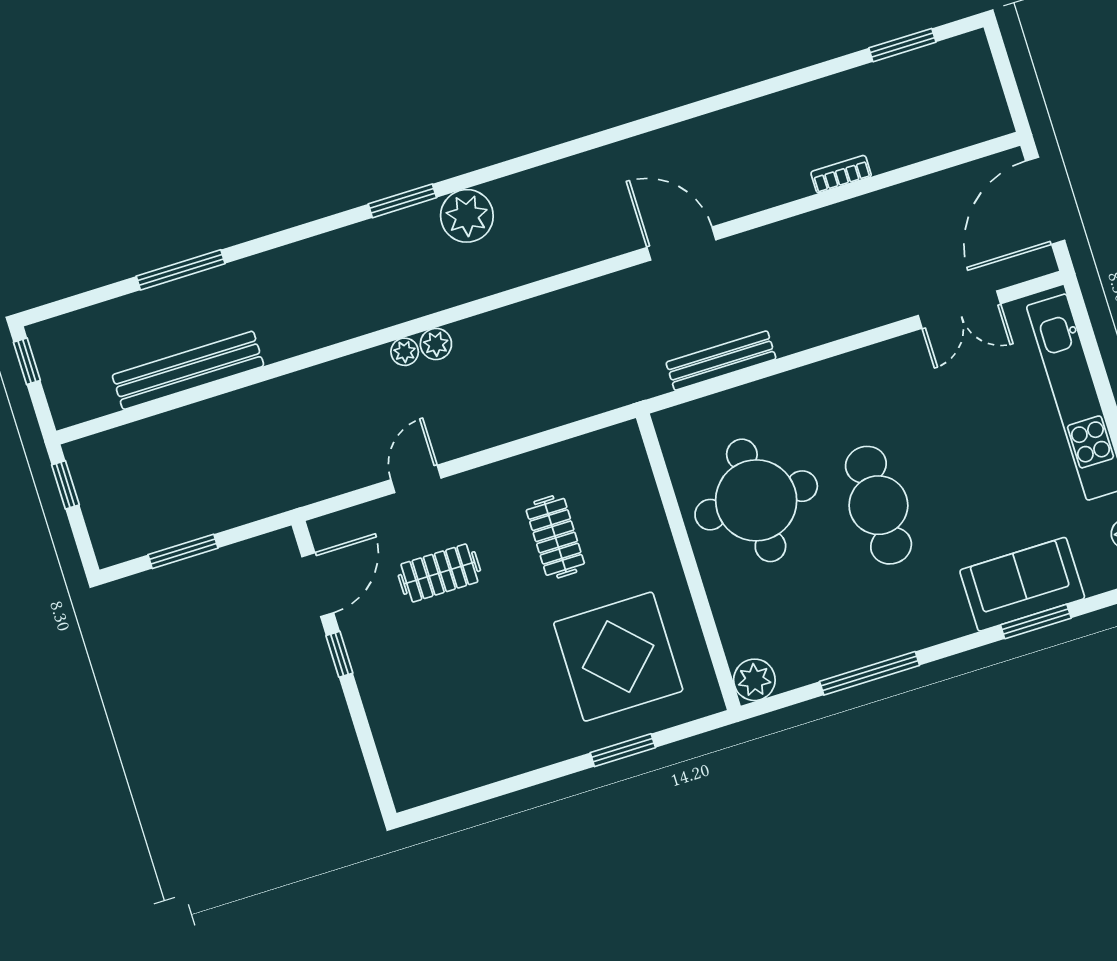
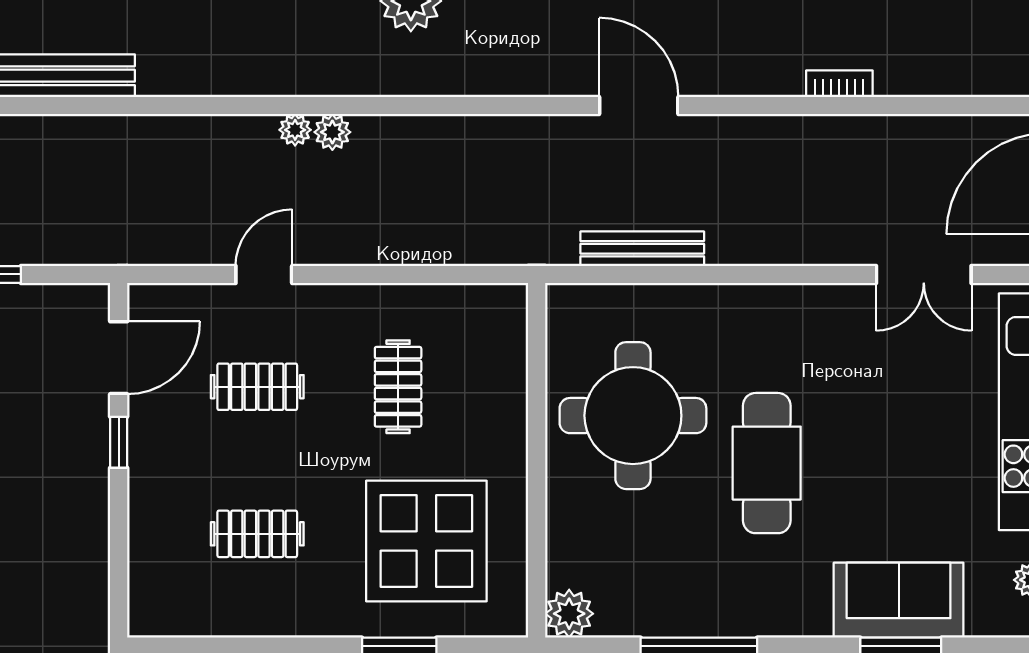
clothes rail: (477, 694) -> (257, 534), added

